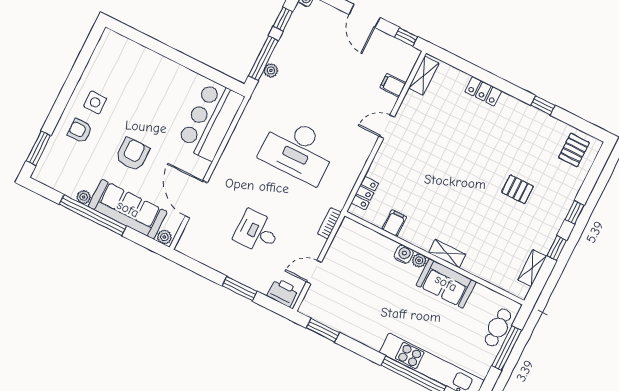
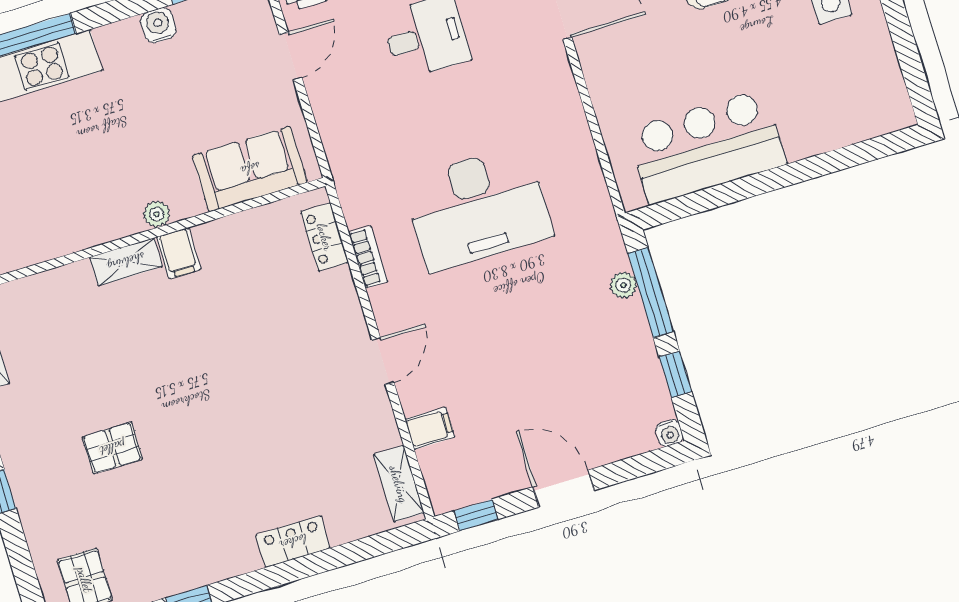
bar counter: (211, 120) -> (707, 147), moved, turned -90
desk: (298, 150) -> (478, 208), turned 180
bookcase: (329, 223) -> (368, 257), moved
filing cabinet: (394, 223) -> (179, 253), moved
water cooler: (404, 254) -> (158, 25), moved, turned 180
sofa: (446, 283) -> (250, 169), moved

